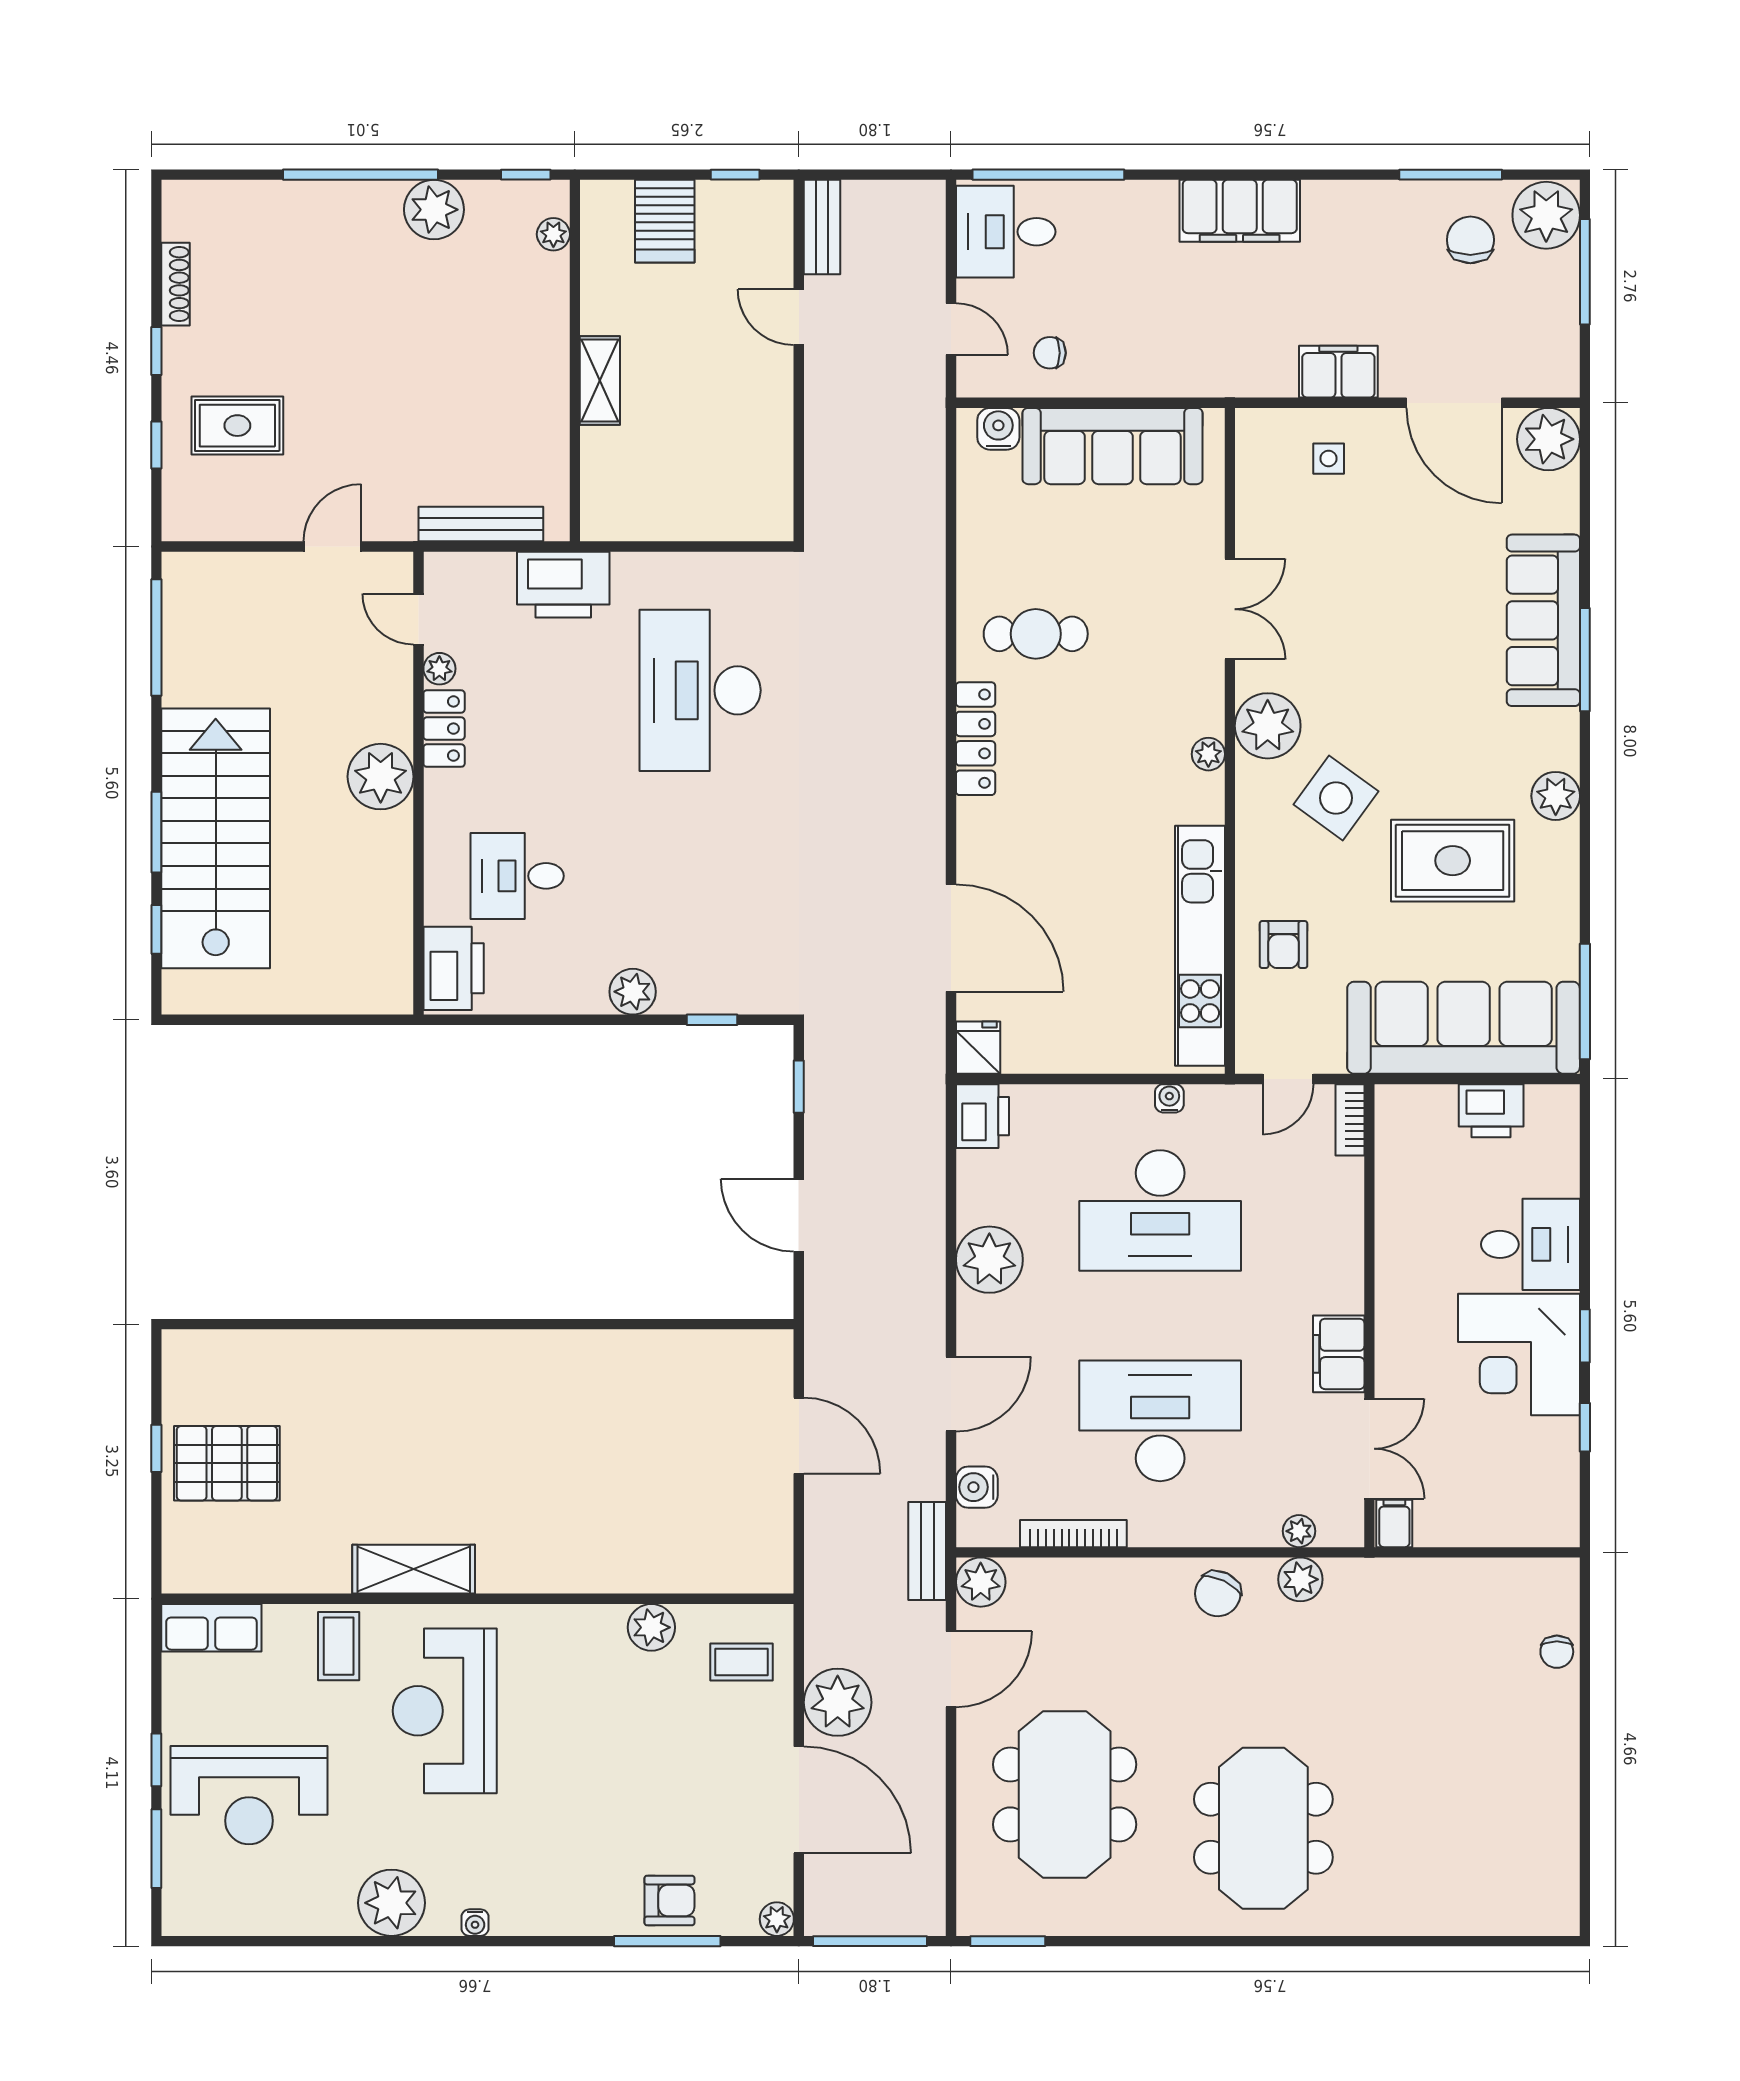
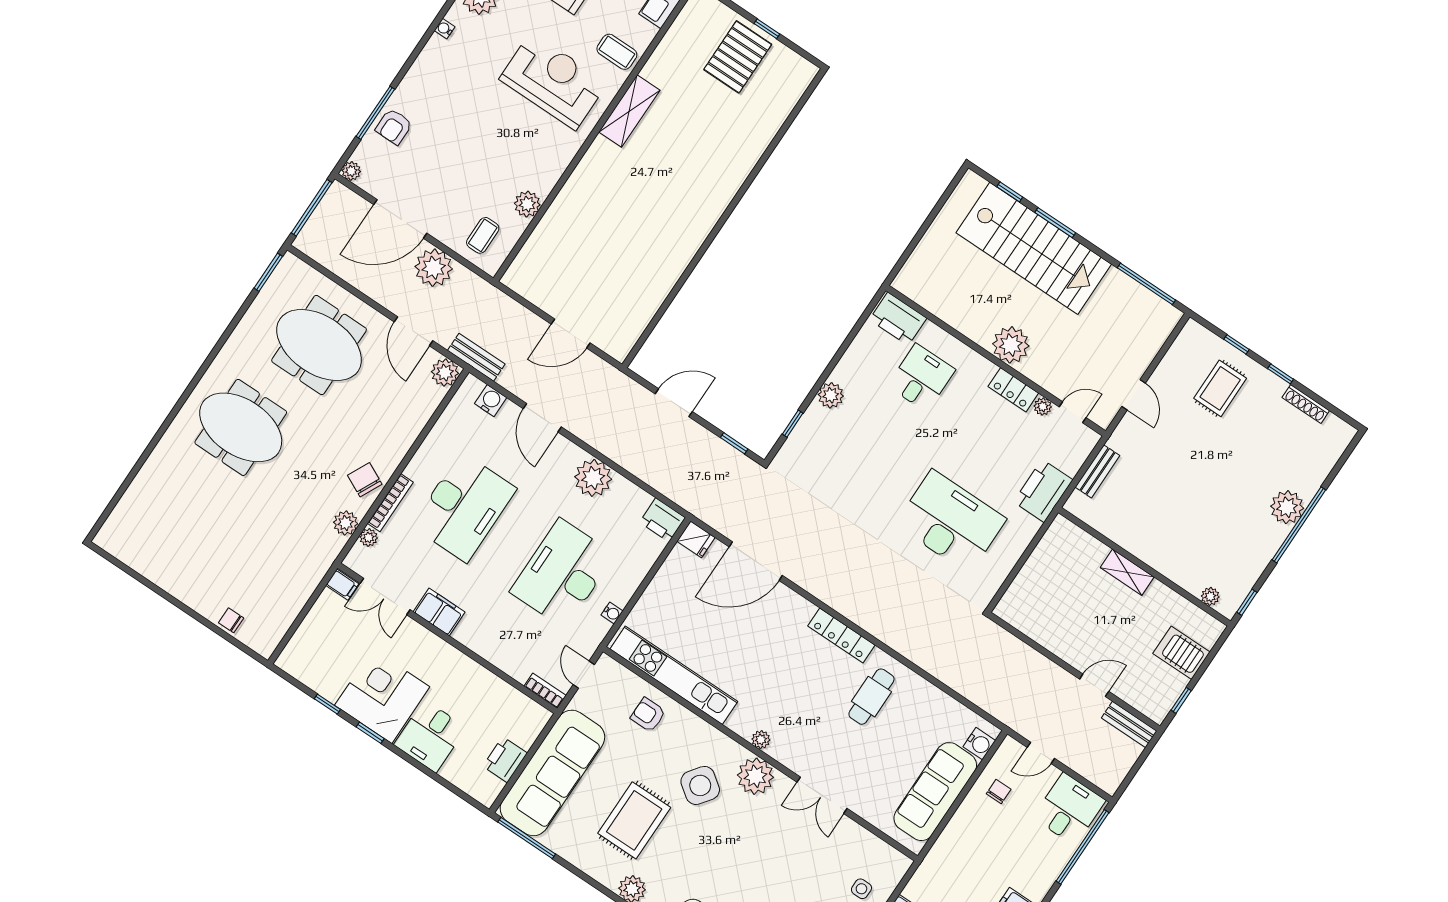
plant: (434, 210) -> (1287, 507), moved
bench: (481, 524) -> (1097, 471), width x0.73
bookcase: (1073, 1534) -> (390, 503), moved

